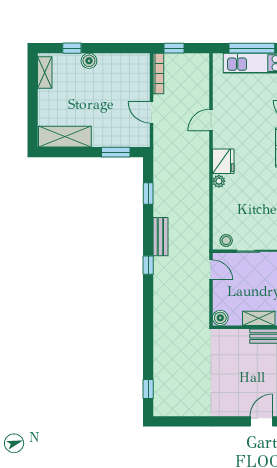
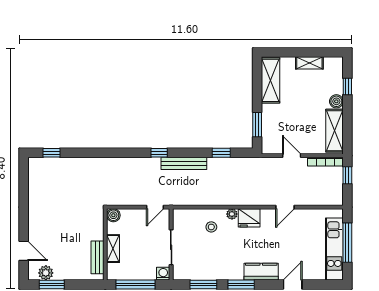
shelving: (123, 63) -> (334, 131), added
shelving: (45, 73) -> (309, 63), moved
door: (151, 112) -> (292, 156), hinge flipped
door: (211, 120) -> (285, 207), swing flipped
bench: (160, 237) -> (184, 163), width x1.36
stool: (226, 241) -> (211, 227), moved

